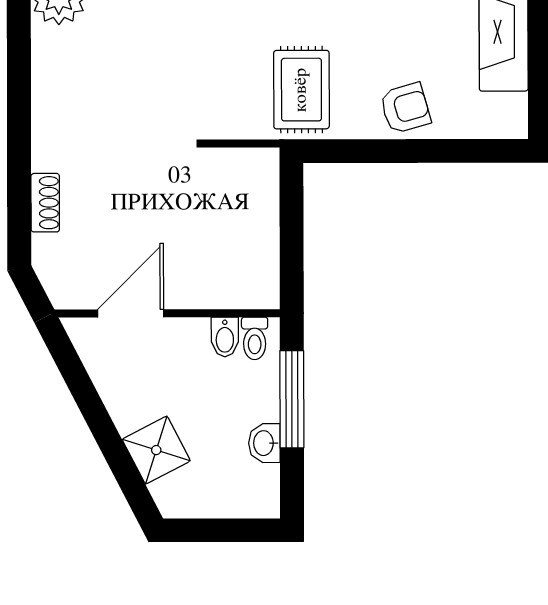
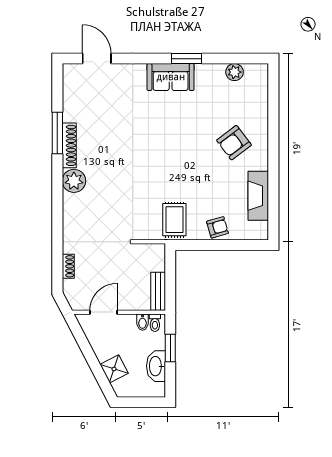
bench: (262, 263) -> (158, 291), added
window: (292, 399) -> (170, 348), width x0.69
washbasin: (264, 443) -> (156, 366), width x1.91, depth x1.45

